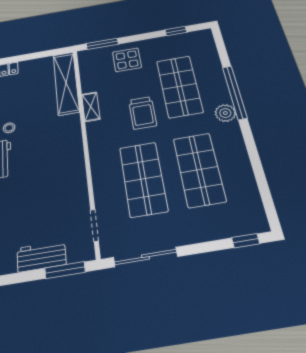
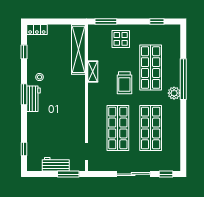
sliding door: (145, 257) -> (133, 174), moved

